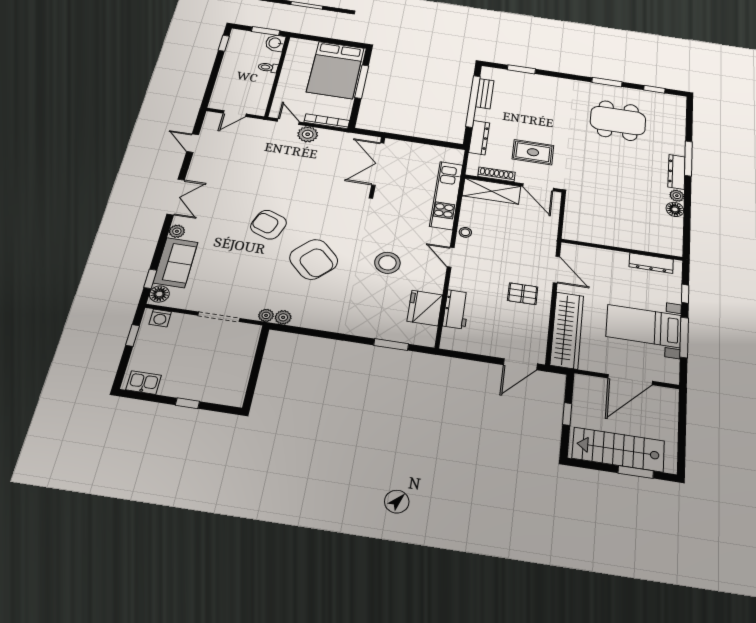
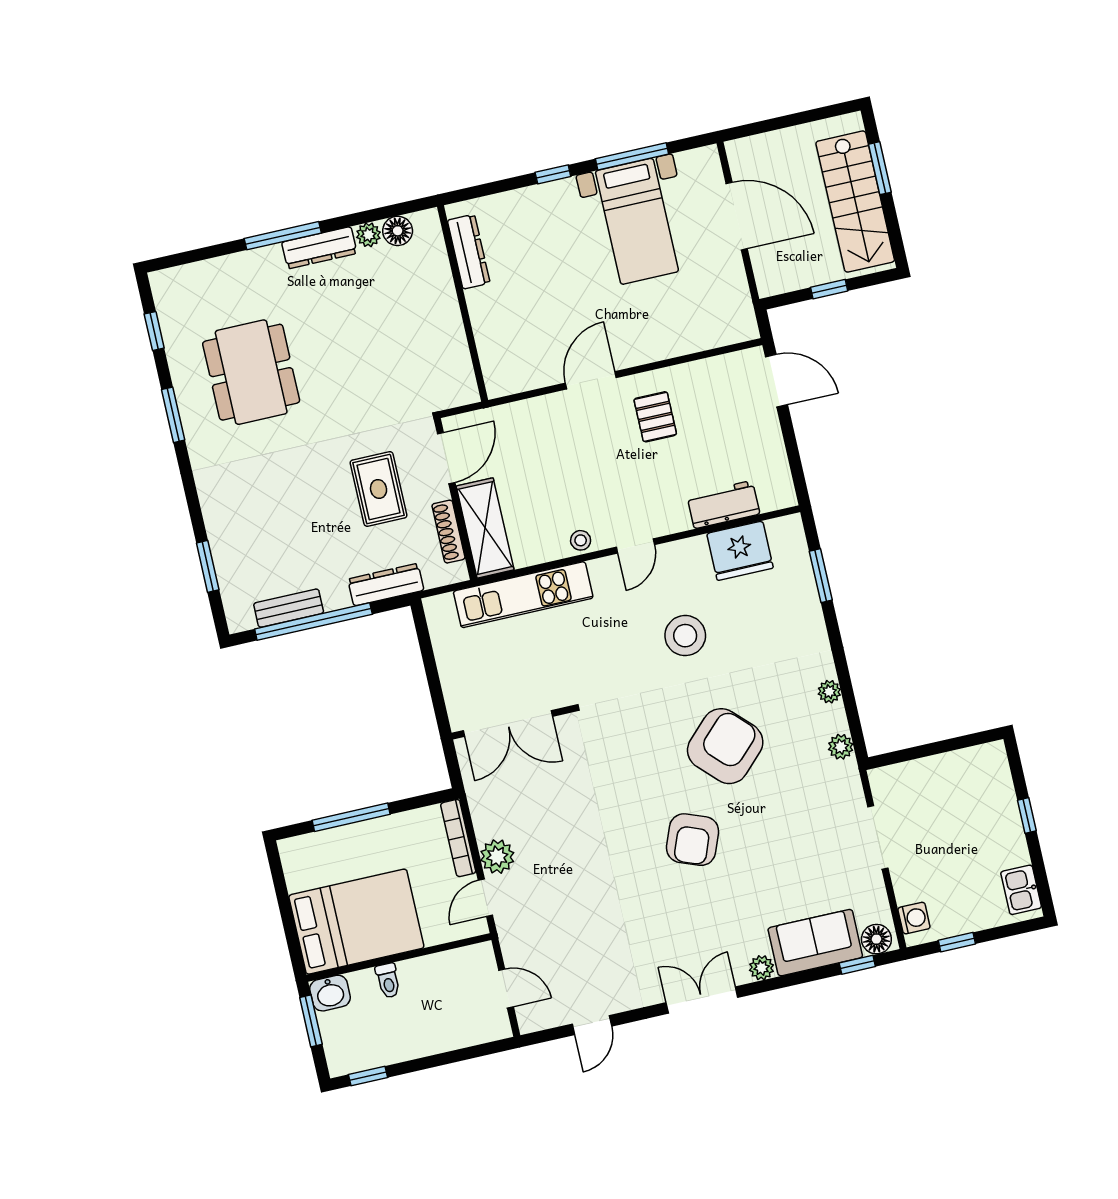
bed: (335, 70) -> (356, 922), moved
wall: (622, 250) -> (463, 303), moved
dresser: (651, 263) -> (469, 252), moved
plant: (266, 315) -> (829, 692), moved
wardrobe: (567, 330) -> (691, 332), removed

